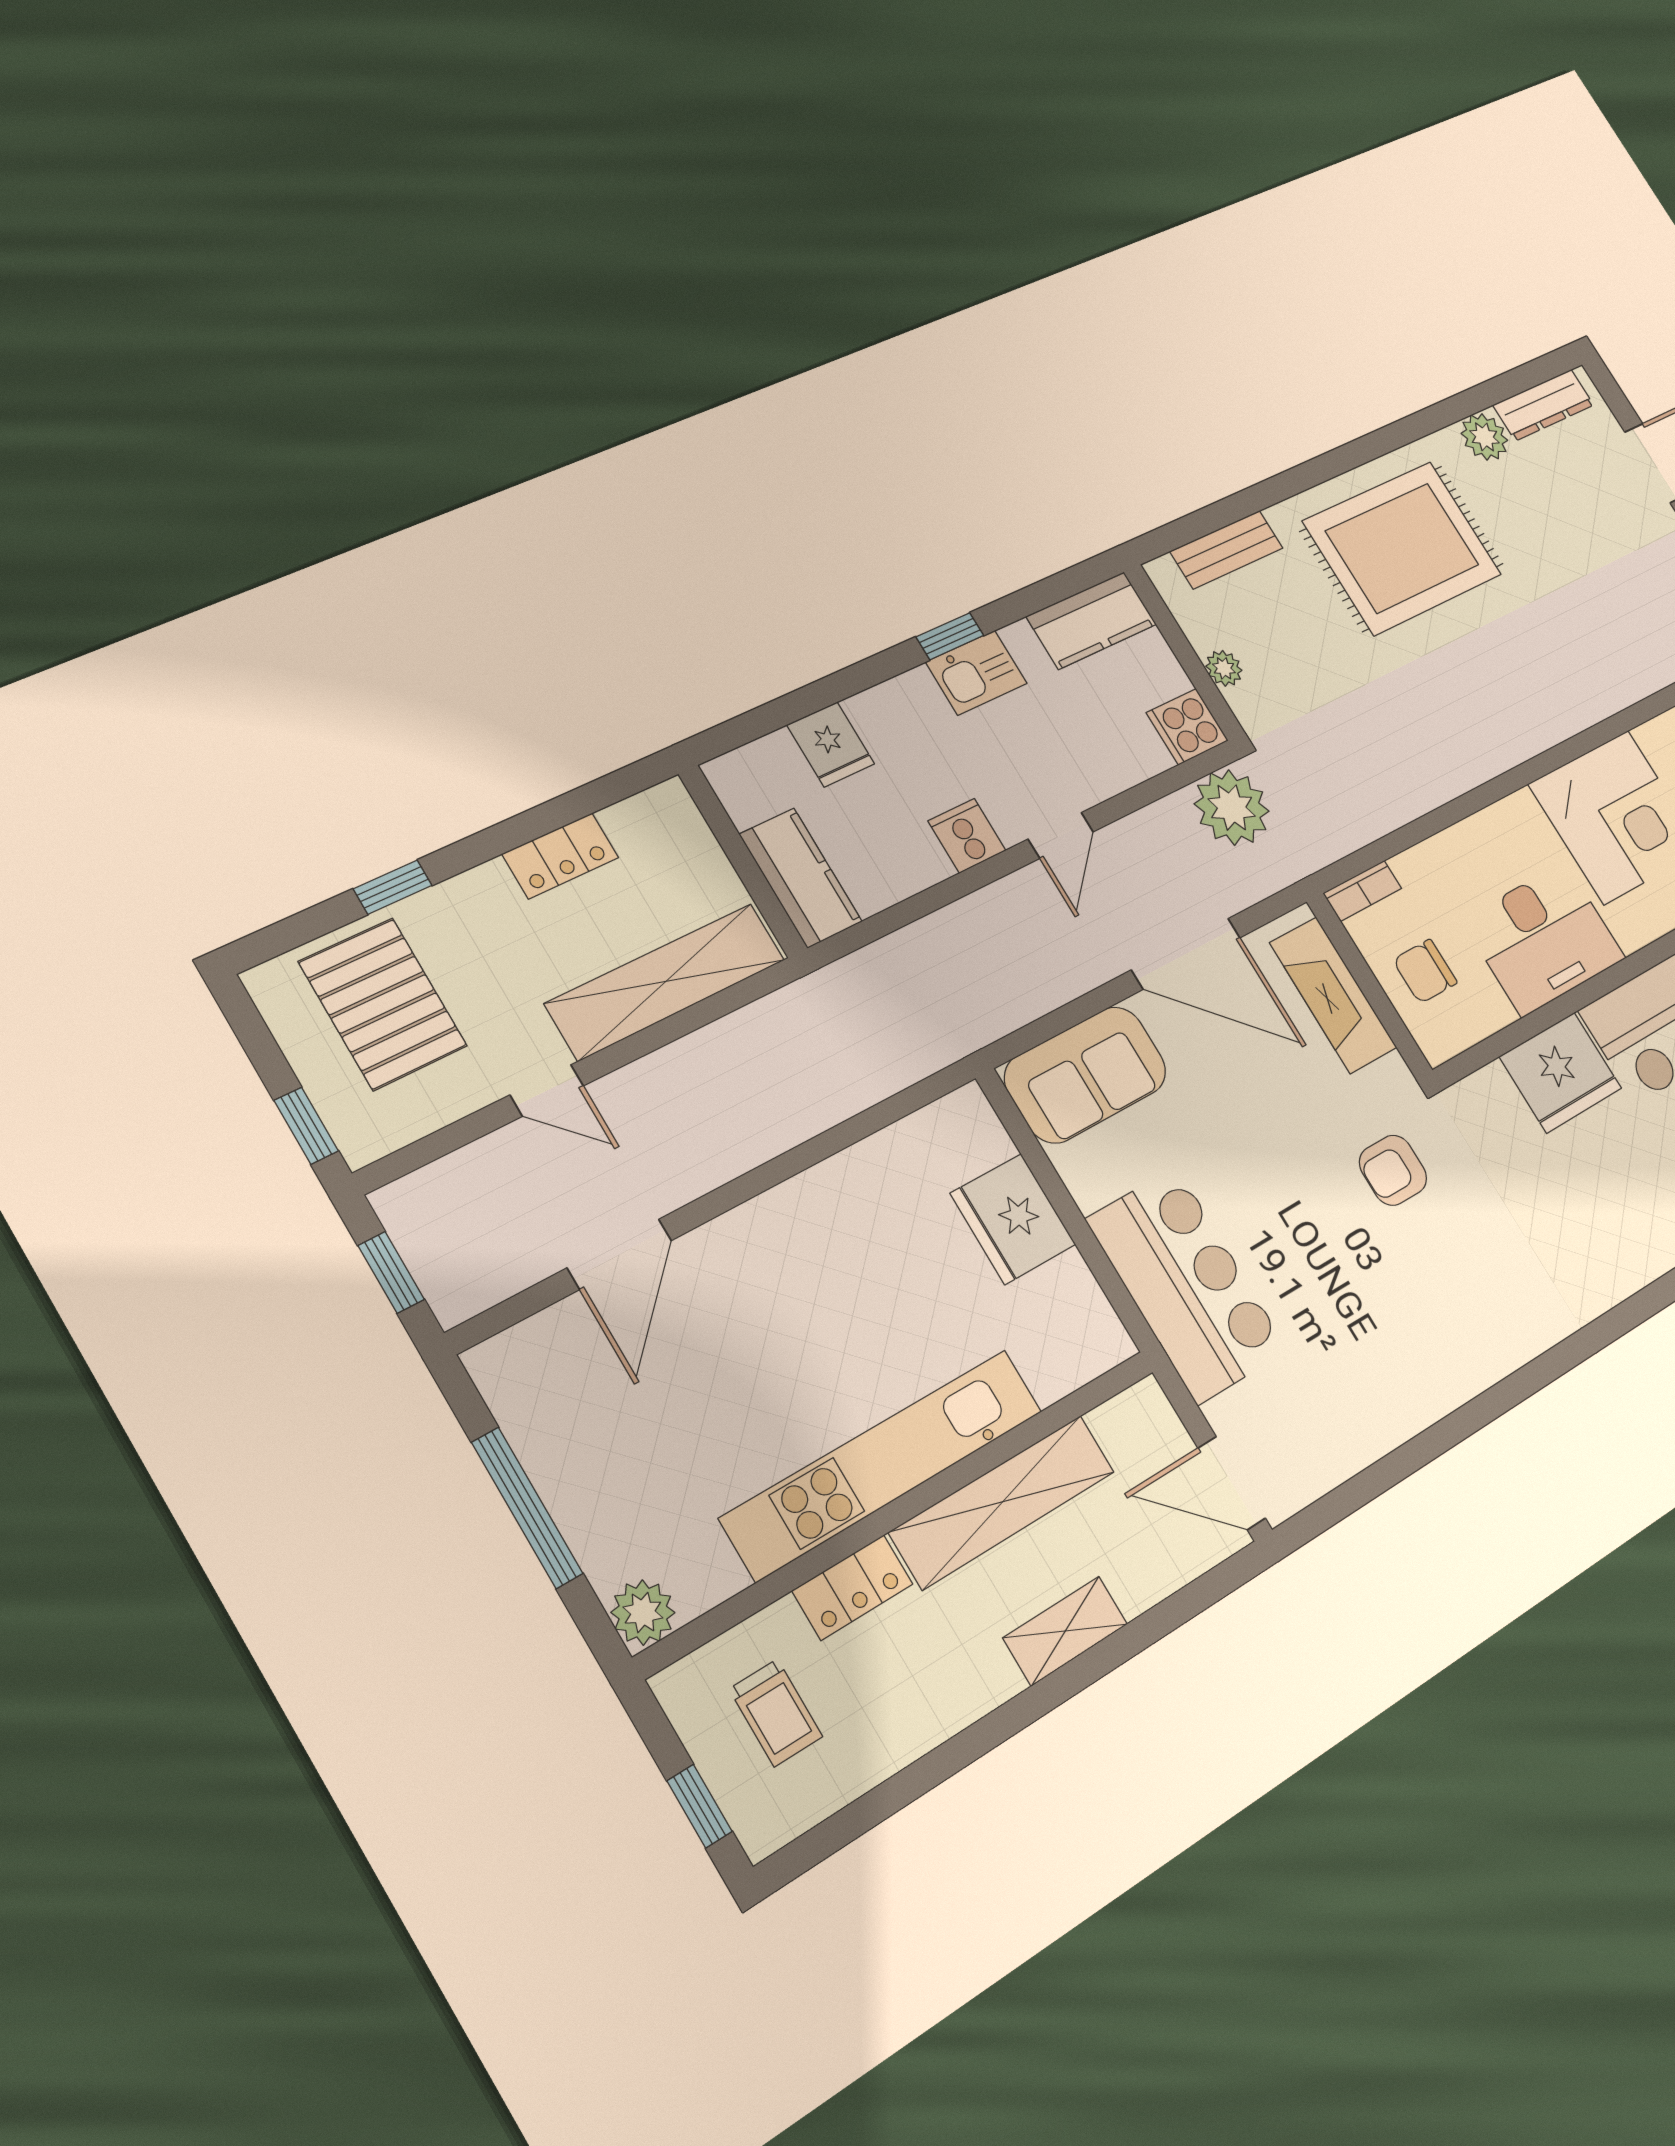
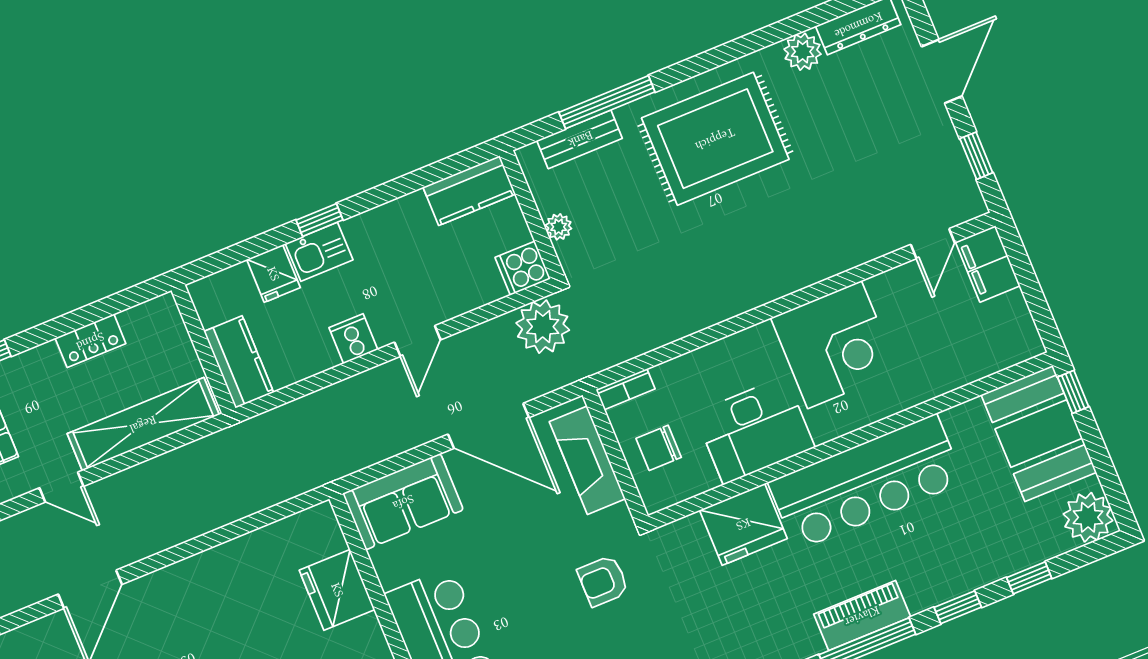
window: (1252, 500) -> (607, 102), added
window: (950, 636) -> (319, 220), moved
kitchen sink: (976, 673) -> (319, 252), moved

